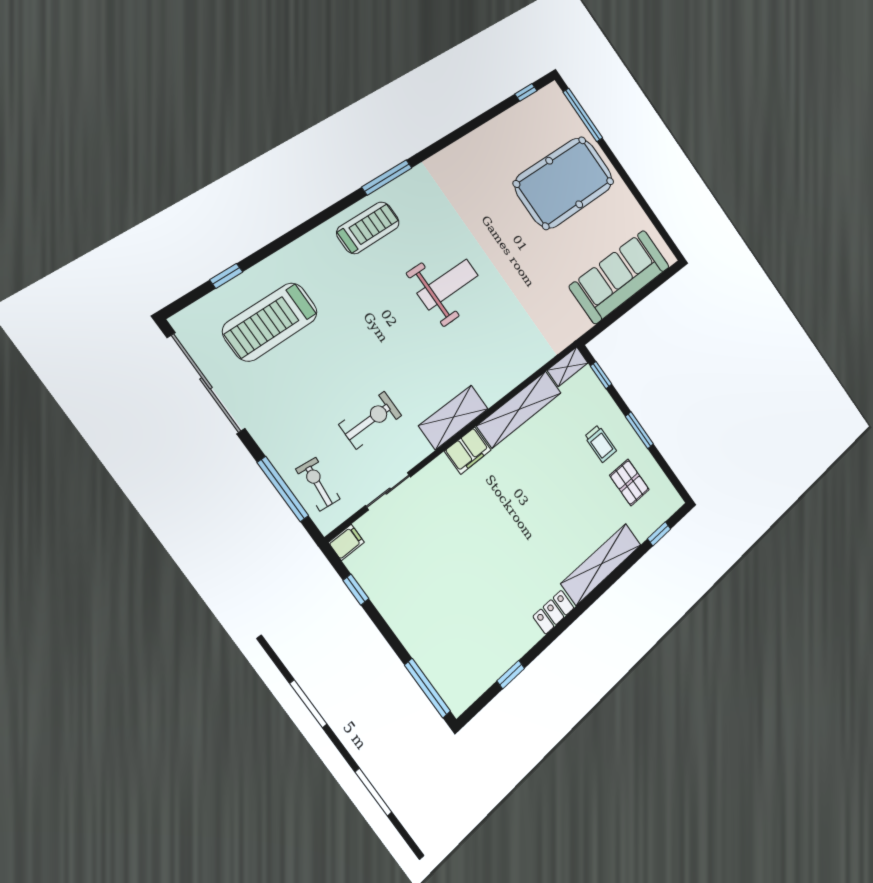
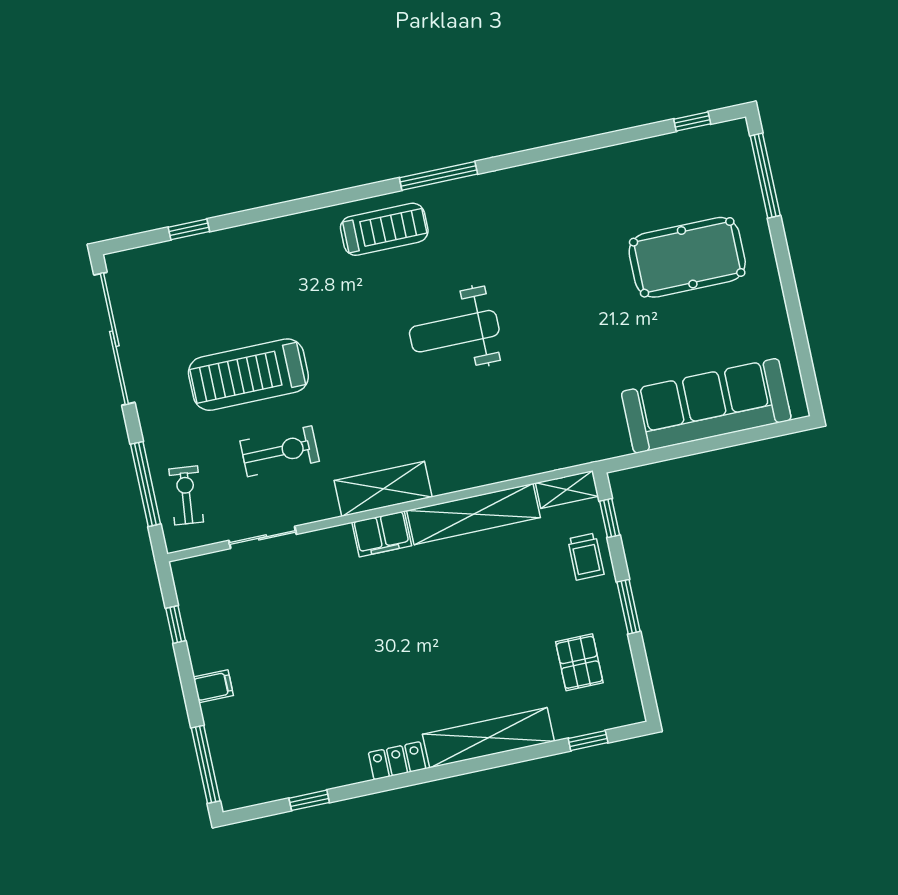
pool table: (564, 183) -> (687, 257), width x0.73, depth x0.76
weight bench: (448, 284) -> (454, 331), turned 180
treadmill: (270, 322) -> (248, 375), moved
trolley: (600, 444) -> (586, 557), moved
filing cabinet: (346, 542) -> (213, 686), moved

